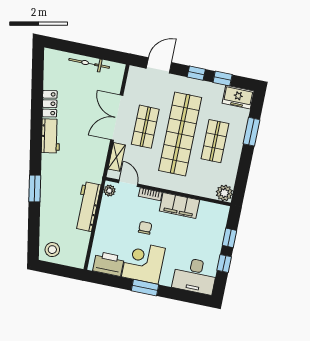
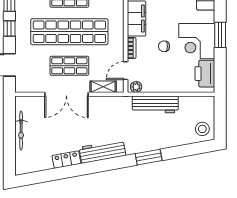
workbench: (51, 136) -> (102, 151), width x1.38

